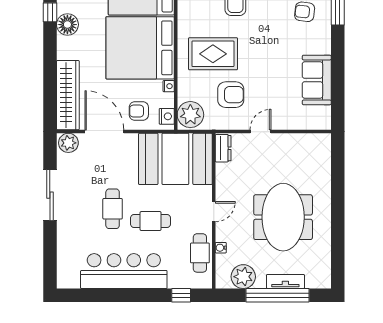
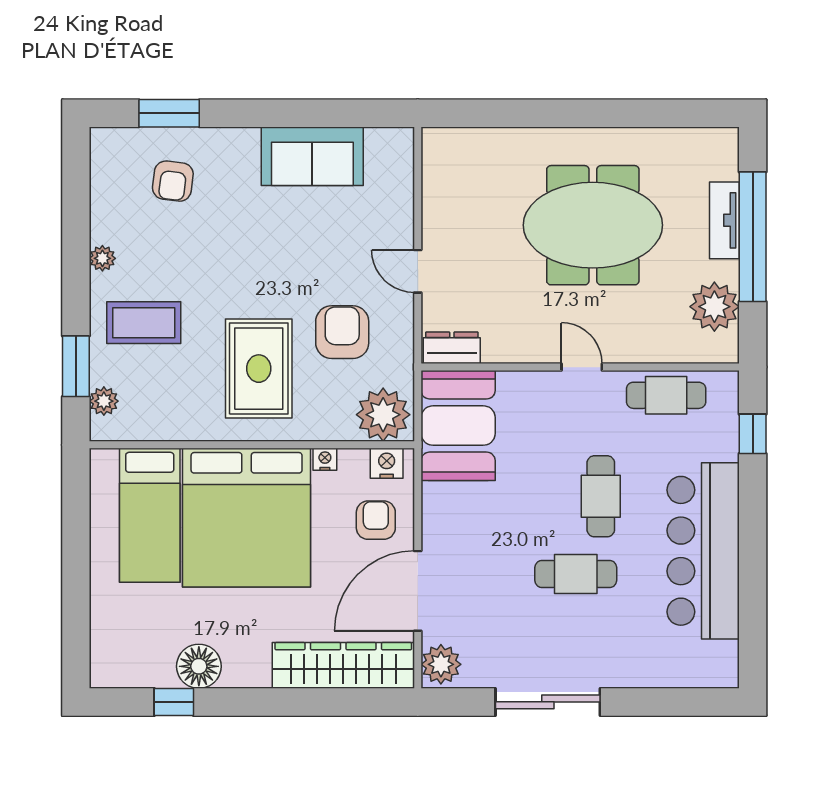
armchair: (139, 111) -> (376, 520), turned 180
booth: (175, 159) -> (458, 426), width x0.73, depth x0.70
water cooler: (221, 248) -> (655, 353), removed

